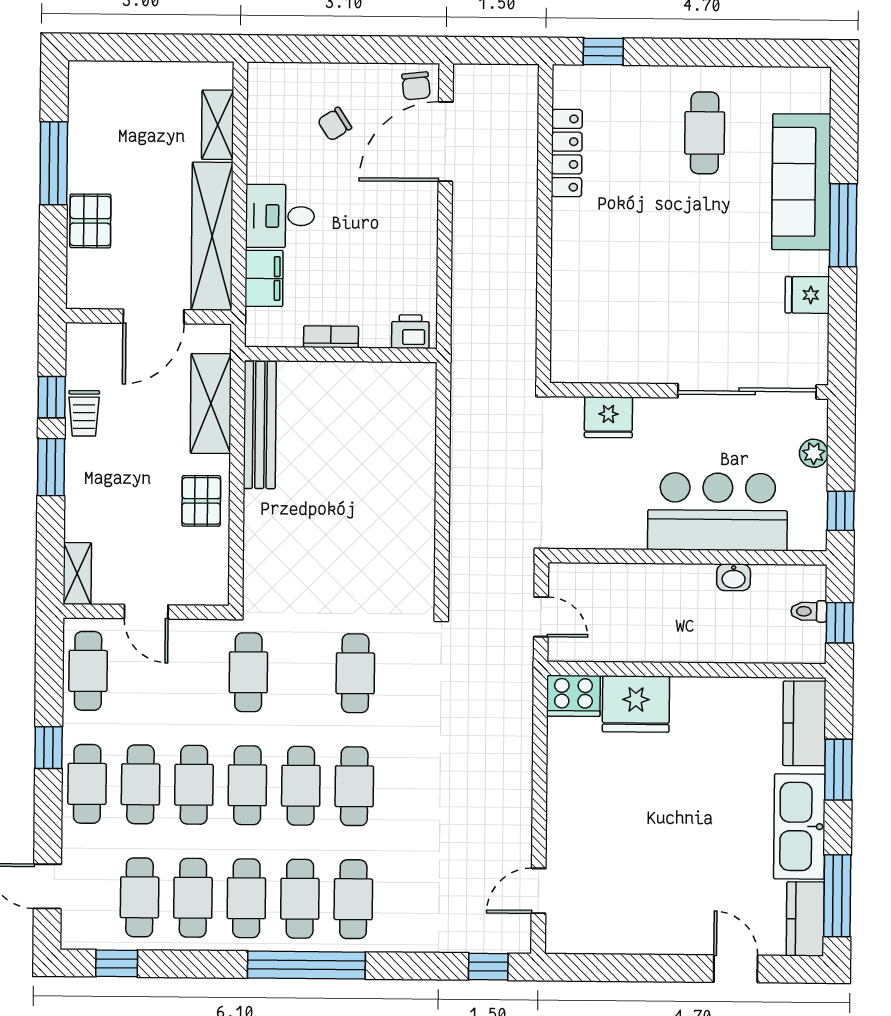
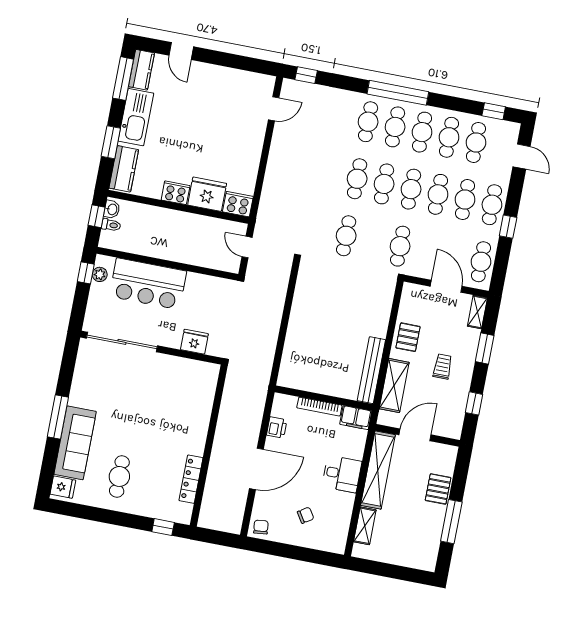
door: (446, 142) -> (256, 469), moved
filing cabinet: (264, 278) -> (356, 418), moved, turned -90
fridge: (807, 295) -> (63, 487), moved
printer: (410, 332) -> (277, 427), moved, turned -90
bookcase: (331, 337) -> (319, 407), width x1.56
trolley: (84, 413) -> (443, 367), moved
plant: (814, 453) -> (100, 274), moved
window: (51, 467) -> (485, 348), moved
washbasin: (734, 577) -> (112, 209), moved, turned 90
door: (146, 612) -> (446, 286), width x1.38
cooker: (697, 696) -> (176, 193), added

